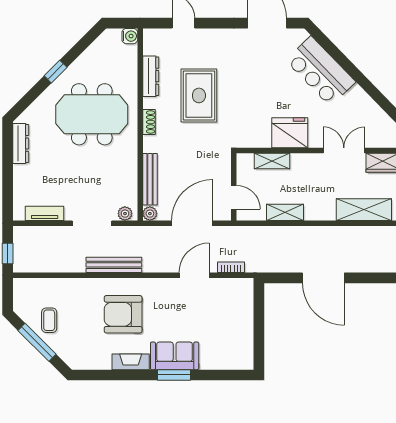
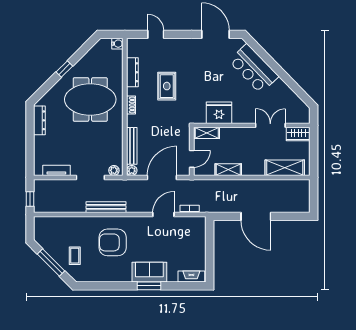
rug: (199, 95) -> (167, 86), width x0.73, depth x0.70
fridge: (290, 133) -> (219, 113), moved
shelving: (272, 161) -> (207, 133), moved
door: (234, 197) -> (192, 159), hinge flipped
coffee table: (49, 320) -> (75, 256), moved
fireplace: (131, 362) -> (191, 276), moved

